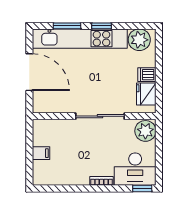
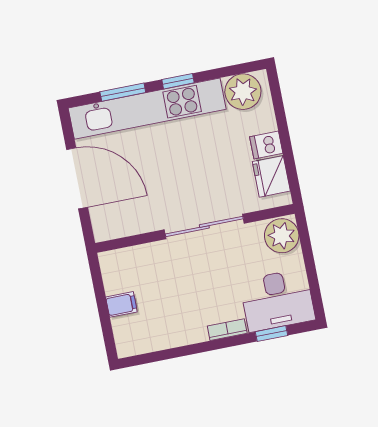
window: (142, 189) -> (272, 334), moved

